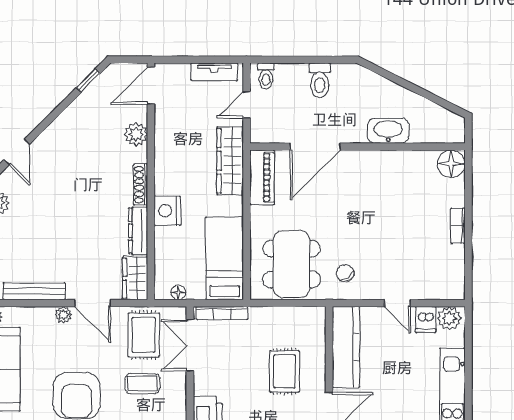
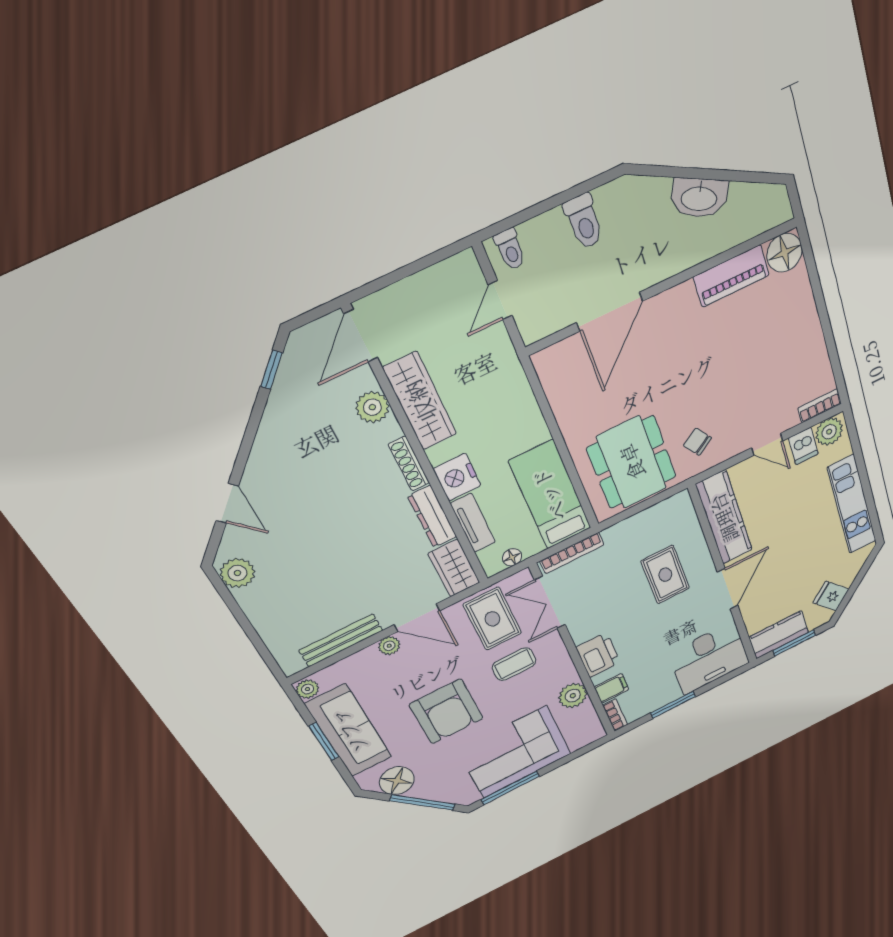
tv unit: (214, 72) -> (473, 523), moved, turned -90
washbasin: (388, 131) -> (699, 198), moved, turned -153
wardrobe: (230, 161) -> (420, 401), moved, turned 180
piano: (262, 177) -> (731, 276), moved, turned 90
bookcase: (458, 226) -> (820, 406), moved, turned 90

